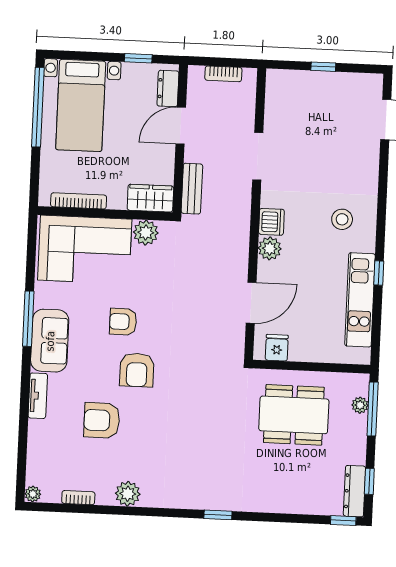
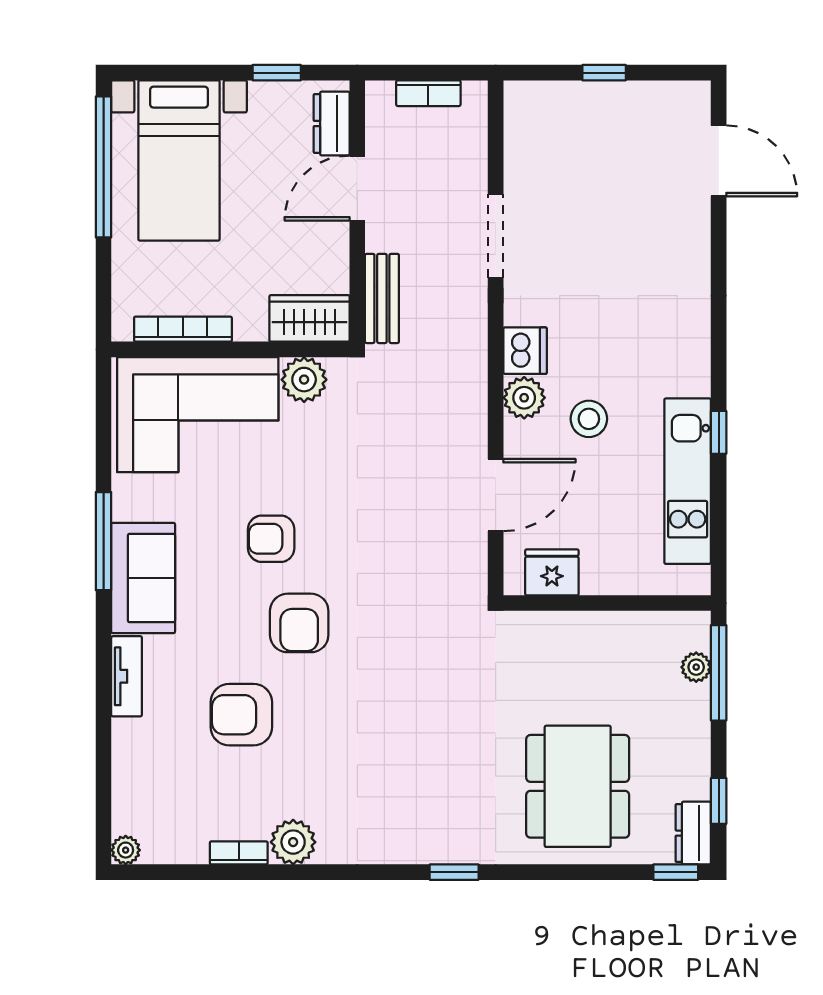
stool: (342, 219) -> (589, 419), moved
fridge: (277, 348) -> (552, 572), width x1.38
dining table: (294, 415) -> (578, 786), moved, turned 90
dresser: (355, 491) -> (693, 833), width x0.70
bookcase: (78, 498) -> (239, 853), moved

